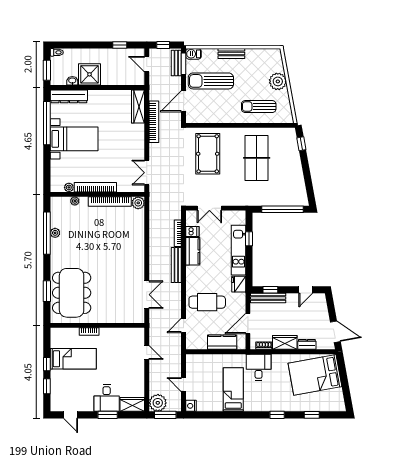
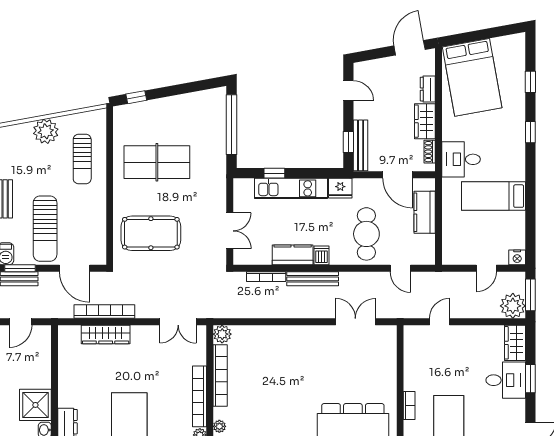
wardrobe: (138, 106) -> (106, 334), moved
dishwasher: (192, 231) -> (321, 255), moved

